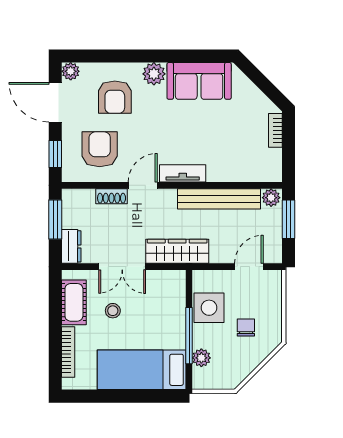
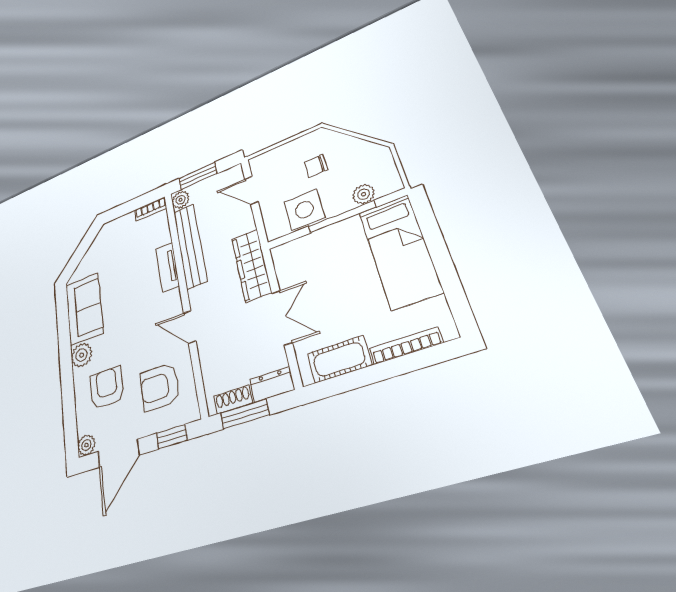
armchair: (115, 97) -> (107, 388), turned -90
bookcase: (275, 130) -> (151, 209), moved
tv unit: (183, 173) -> (167, 267), moved
shoe rack: (112, 196) -> (233, 400), moved, turned -90
stool: (113, 311) -> (337, 310), removed

